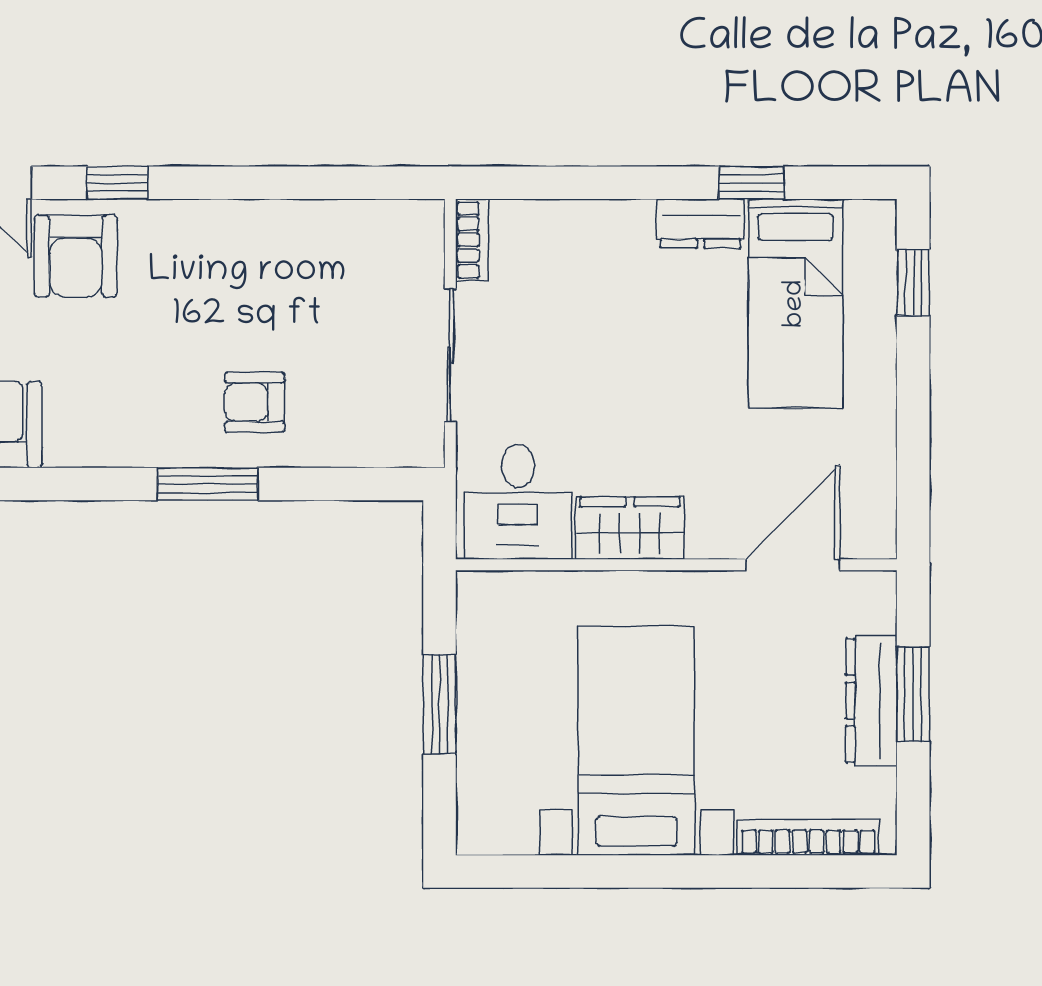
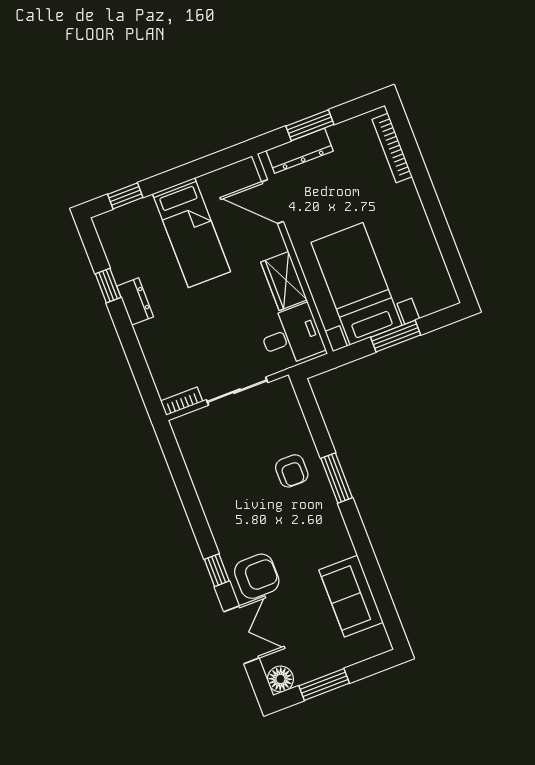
bed: (796, 304) -> (191, 233), moved, turned 90
dresser: (871, 700) -> (300, 151), moved
bed with nightstands: (636, 741) -> (356, 284), moved, turned 90

